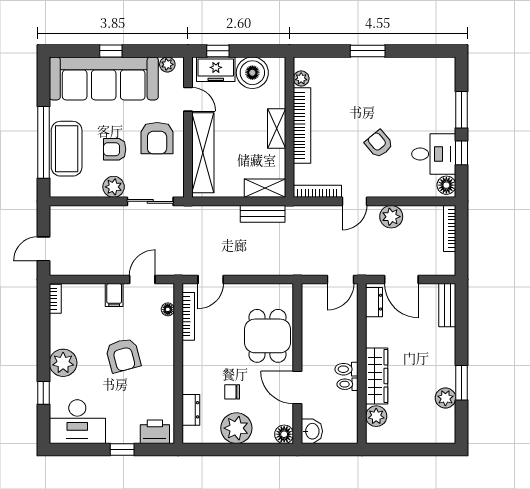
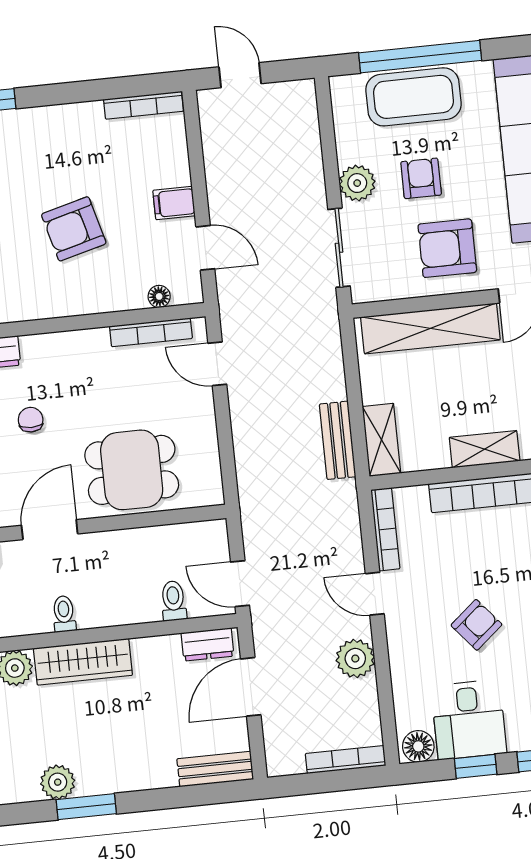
bookcase: (55, 299) -> (143, 105), width x1.56
plant: (63, 363) -> (50, 128), removed
toilet: (346, 369) -> (173, 601), moved

